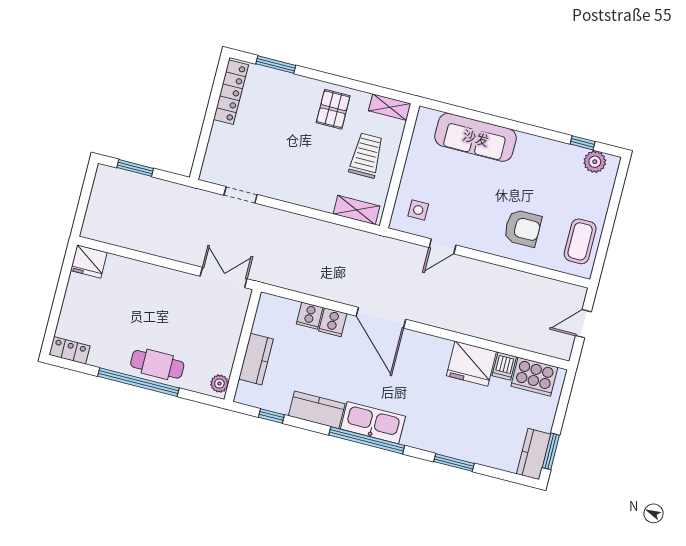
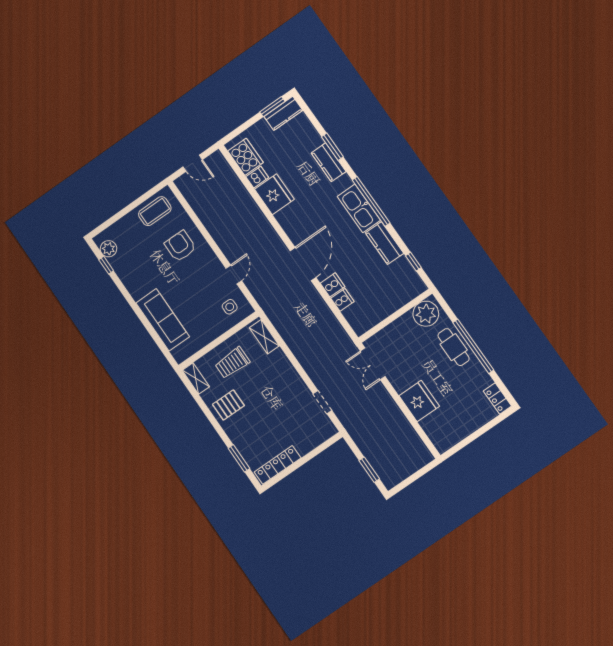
door: (442, 246) -> (234, 275), hinge flipped
fridge: (89, 261) -> (419, 401), moved, width x1.36, depth x1.34
kitchen counter: (256, 359) -> (329, 162), moved, turned -90
plant: (219, 384) -> (426, 314), width x1.87, depth x1.87

